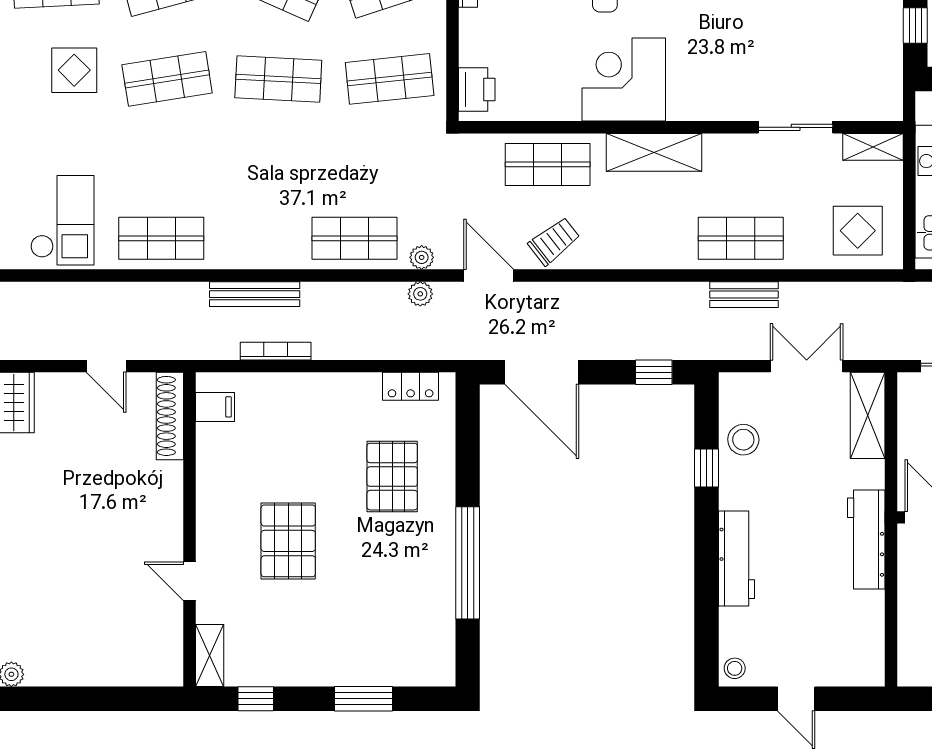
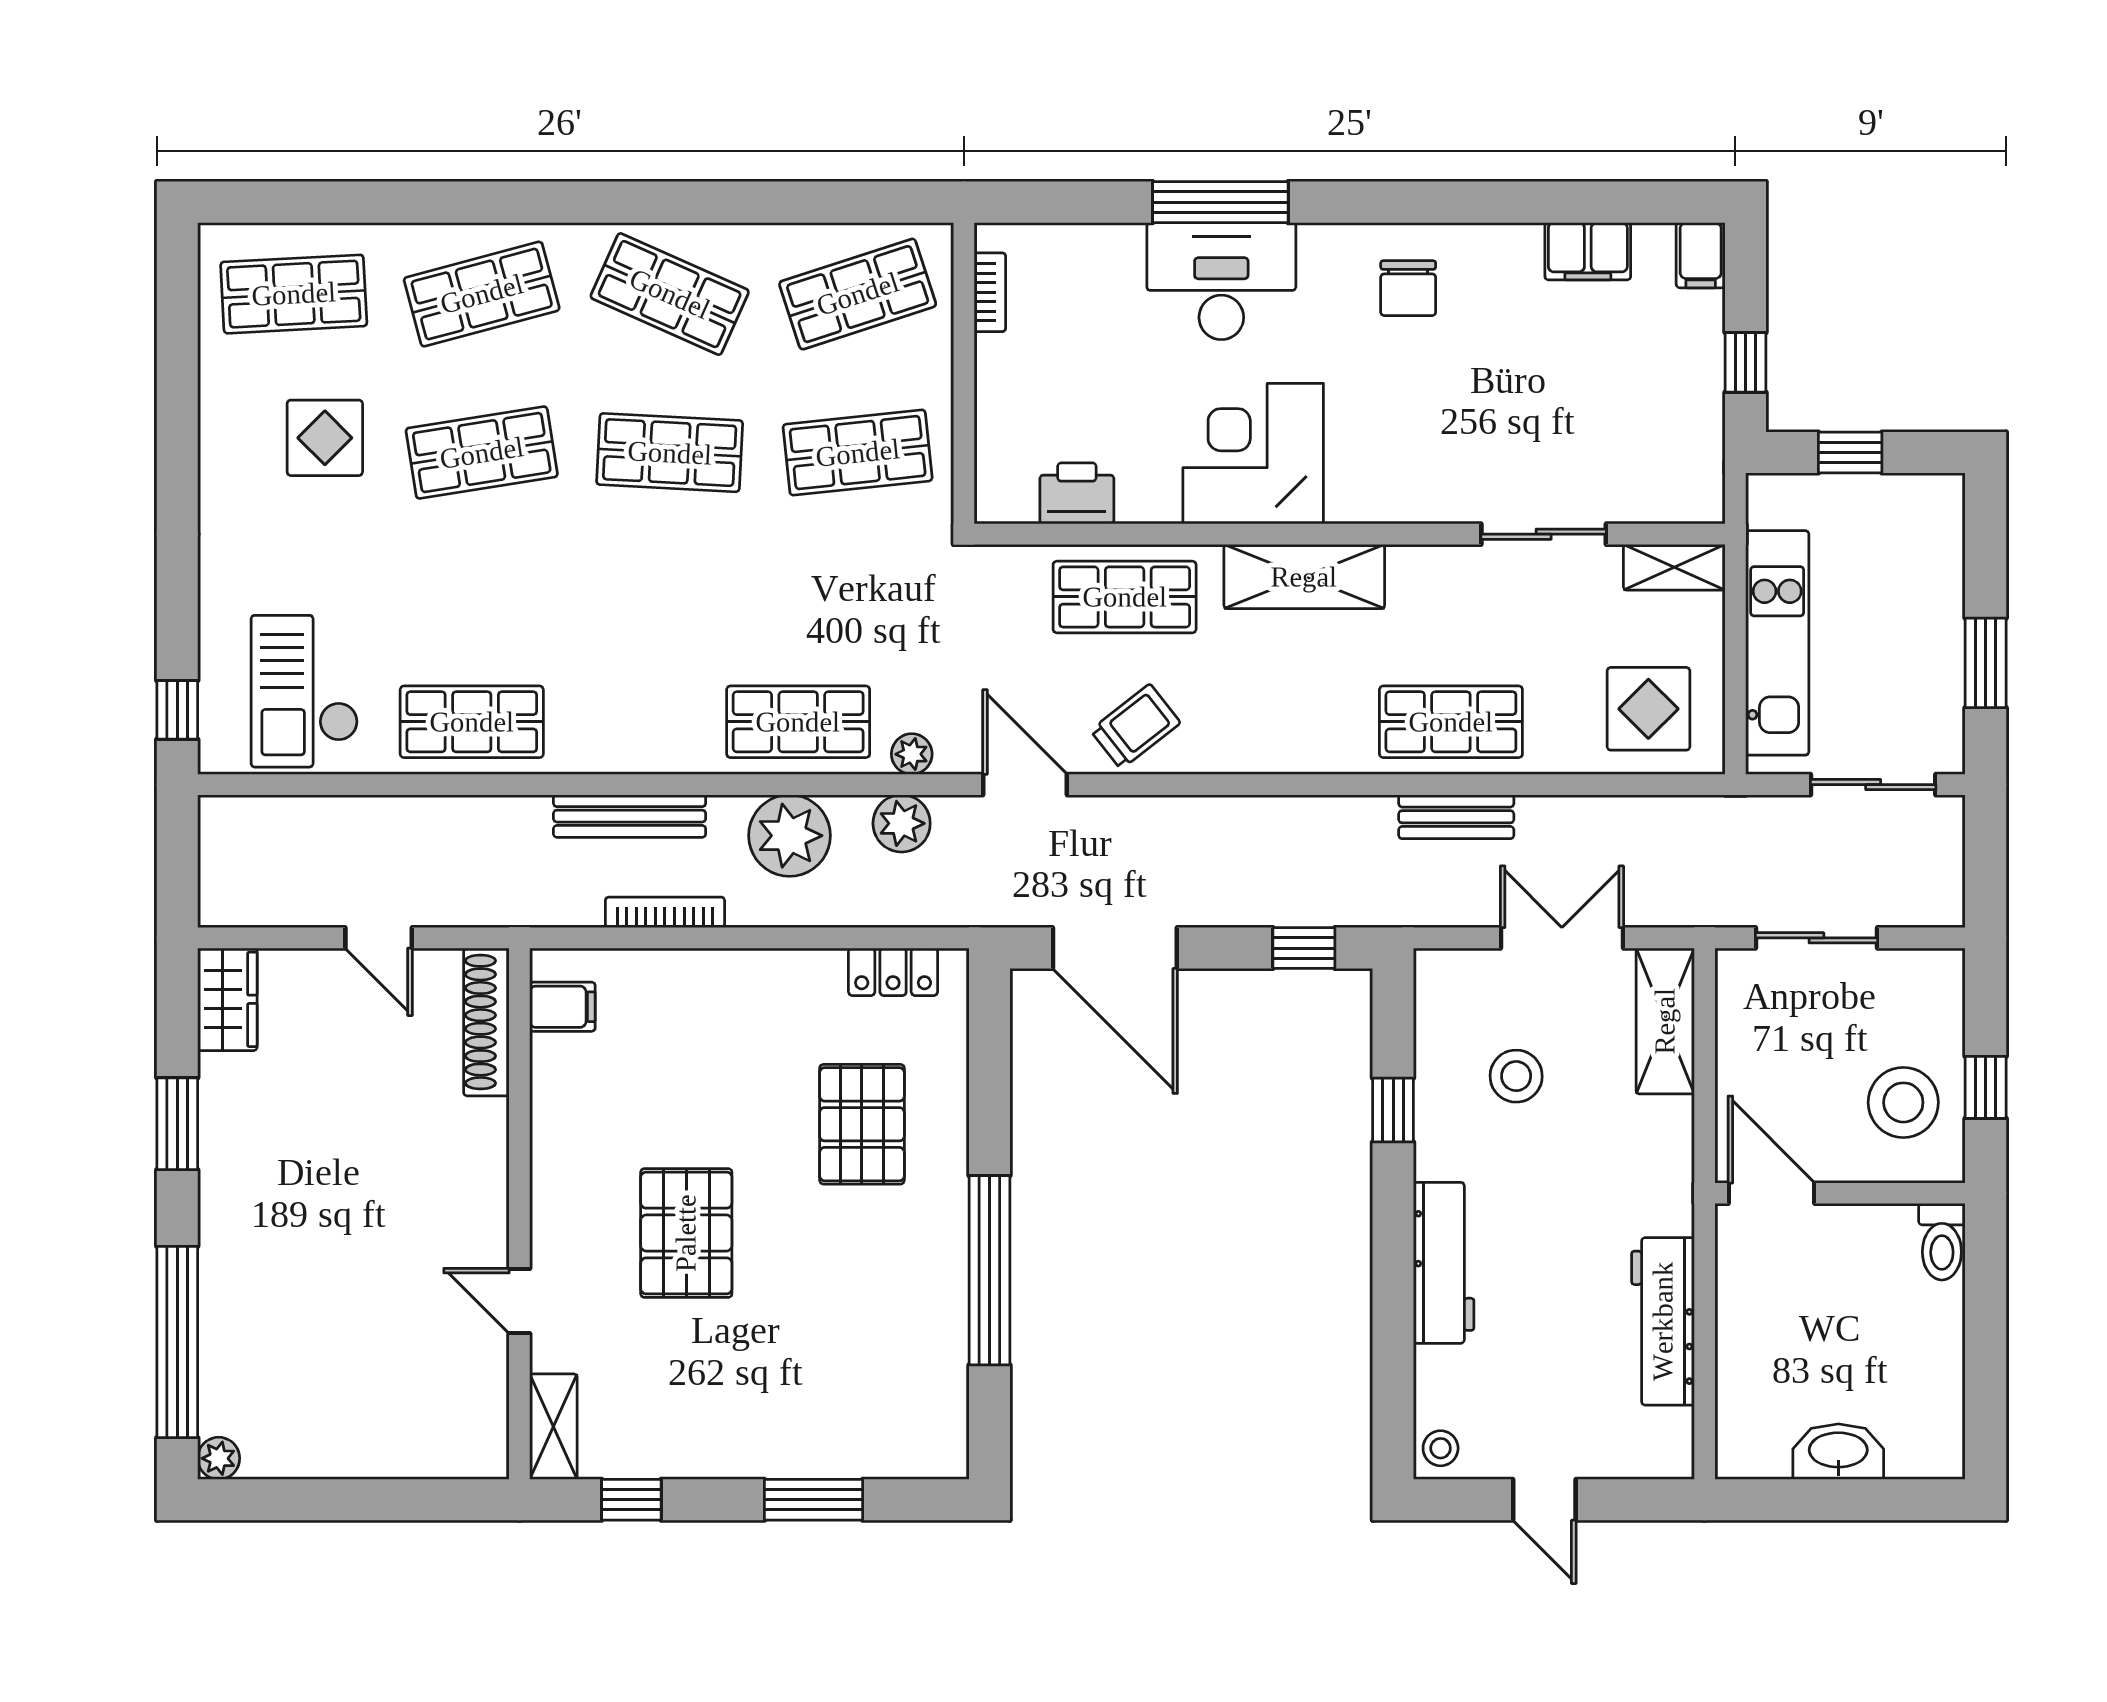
printer: (477, 90) -> (1077, 493), moved, turned -90
checkout: (62, 220) -> (304, 691), turned 180
plant: (420, 294) -> (902, 823), width x1.38, depth x1.38
plant: (349, 306) -> (789, 836), added
stool: (743, 440) -> (1516, 1076), moved
workbench: (866, 539) -> (1663, 1321), moved

